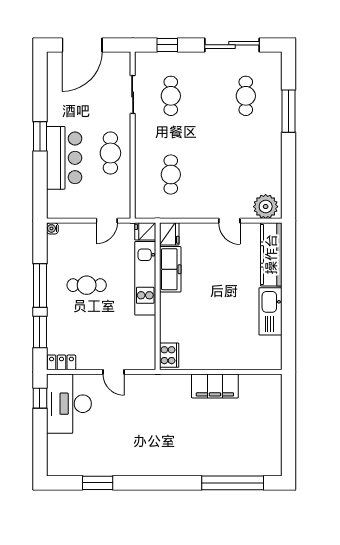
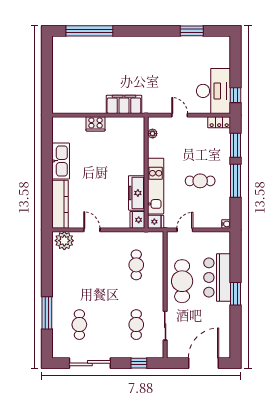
cafe table: (110, 153) -> (182, 281), width x1.37, depth x1.35
plant: (149, 348) -> (153, 134), added
cooker: (169, 355) -> (96, 124), moved, turned -90
filing cabinet: (215, 386) -> (124, 104), moved

